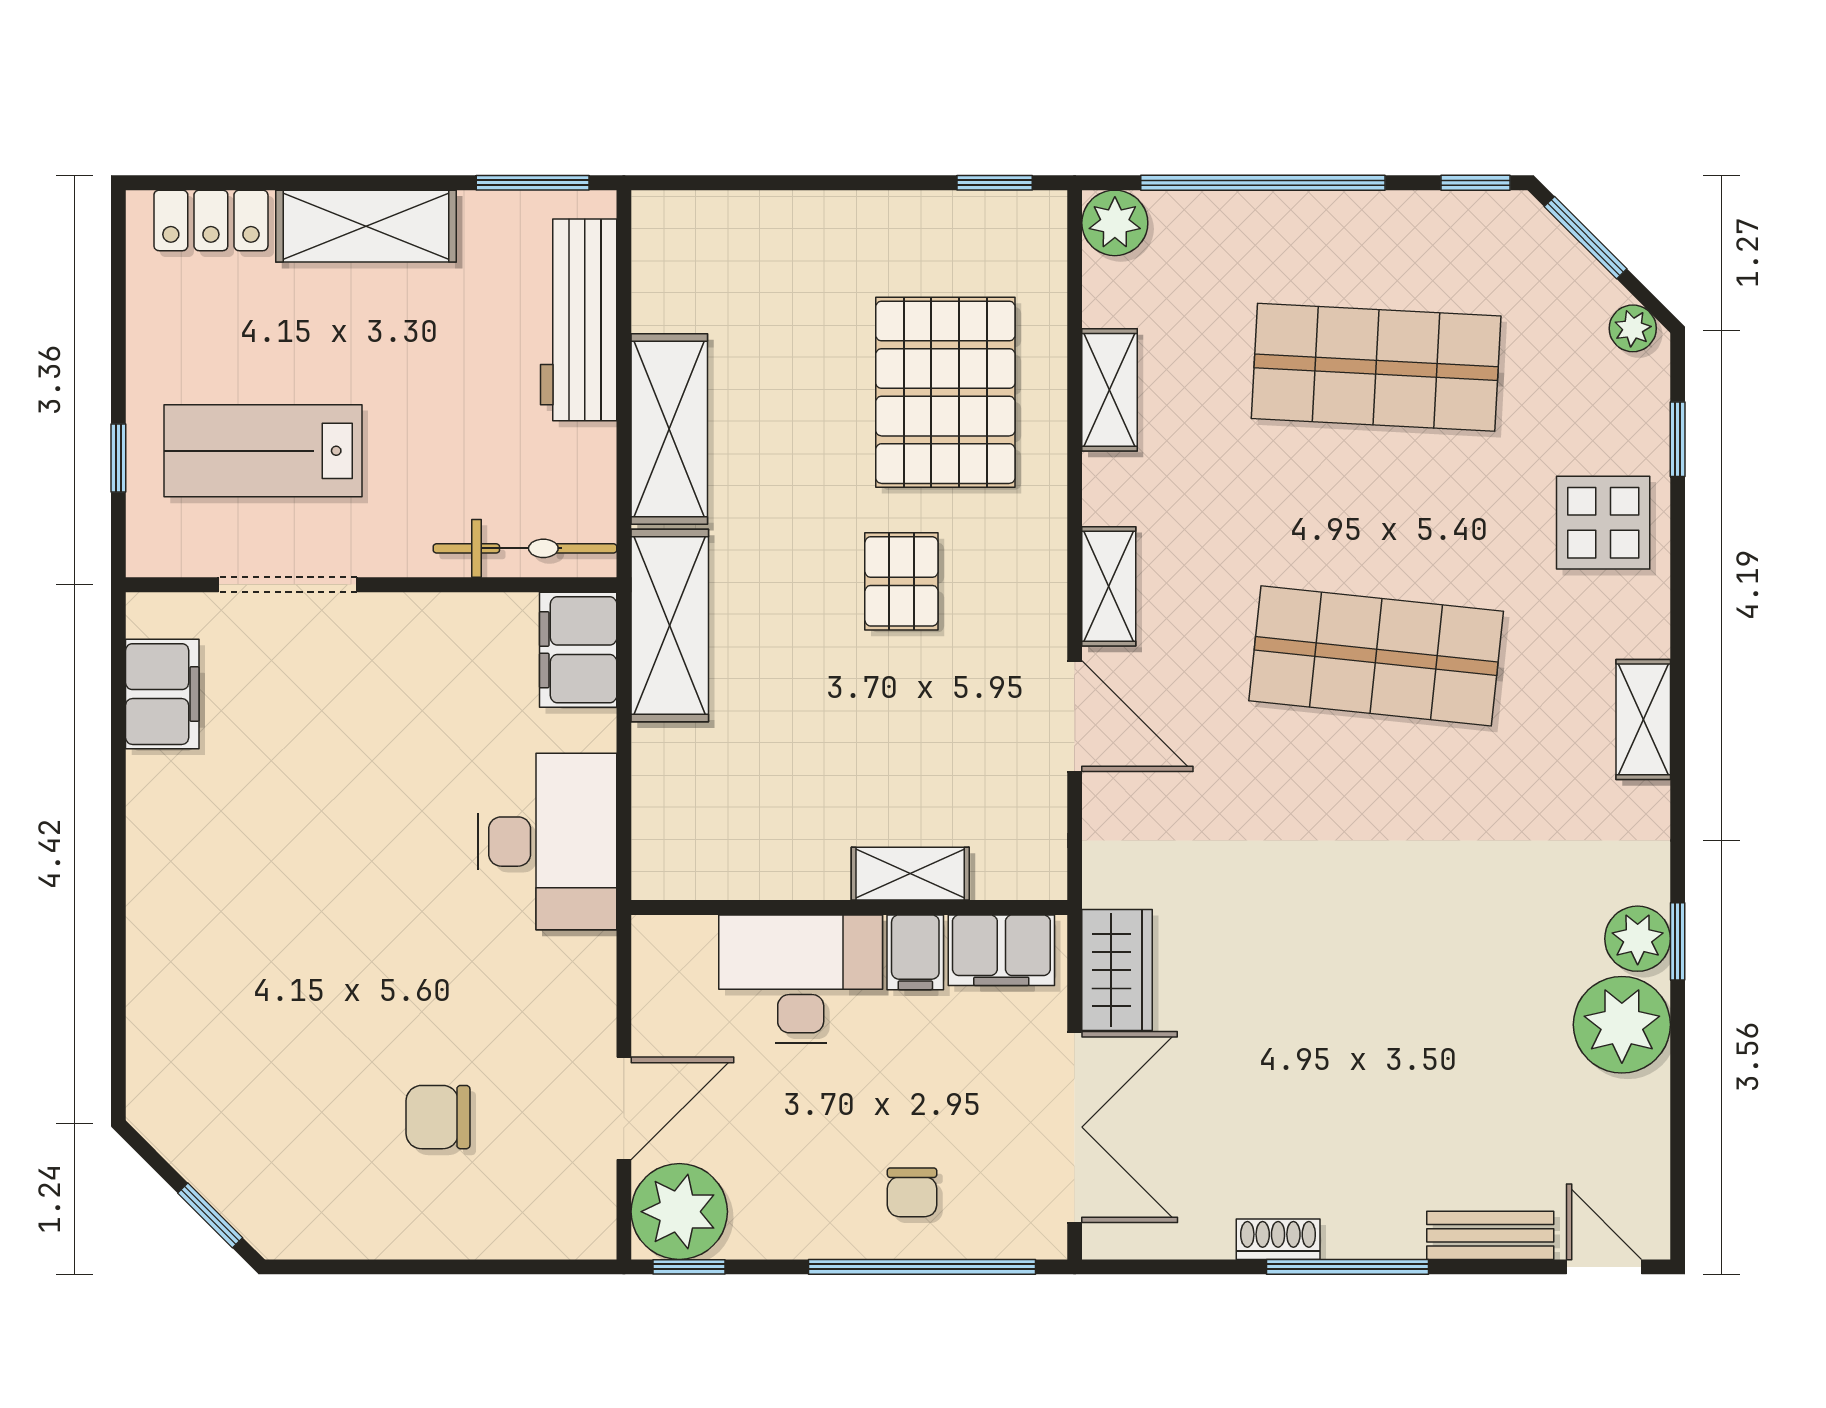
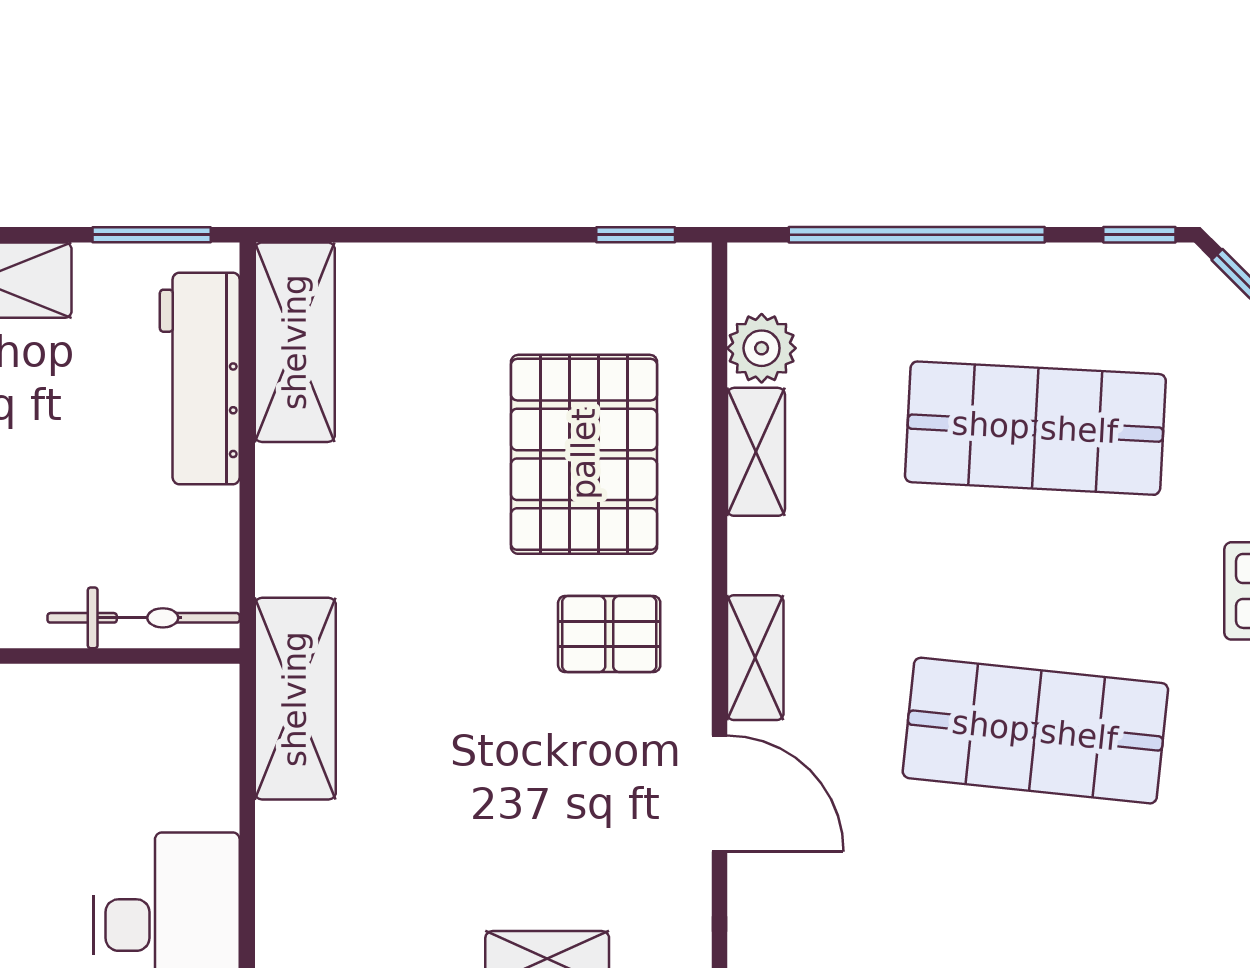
plant: (1115, 223) -> (762, 348), moved
shelving: (669, 429) -> (295, 342), moved
pallet: (901, 581) -> (609, 634), moved, turned 90
filing cabinet: (578, 650) -> (199, 724), removed

